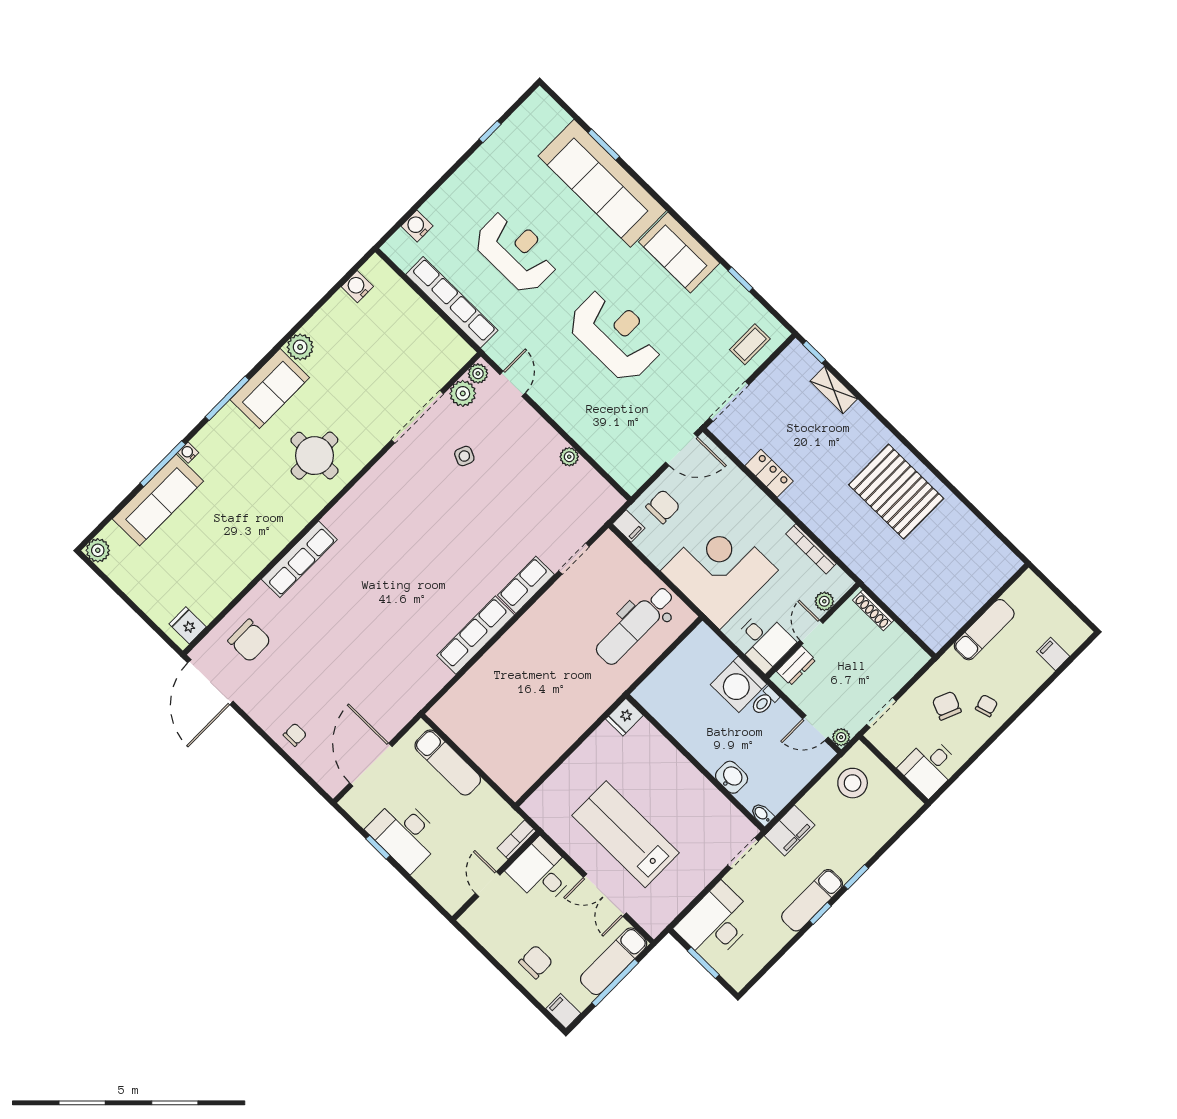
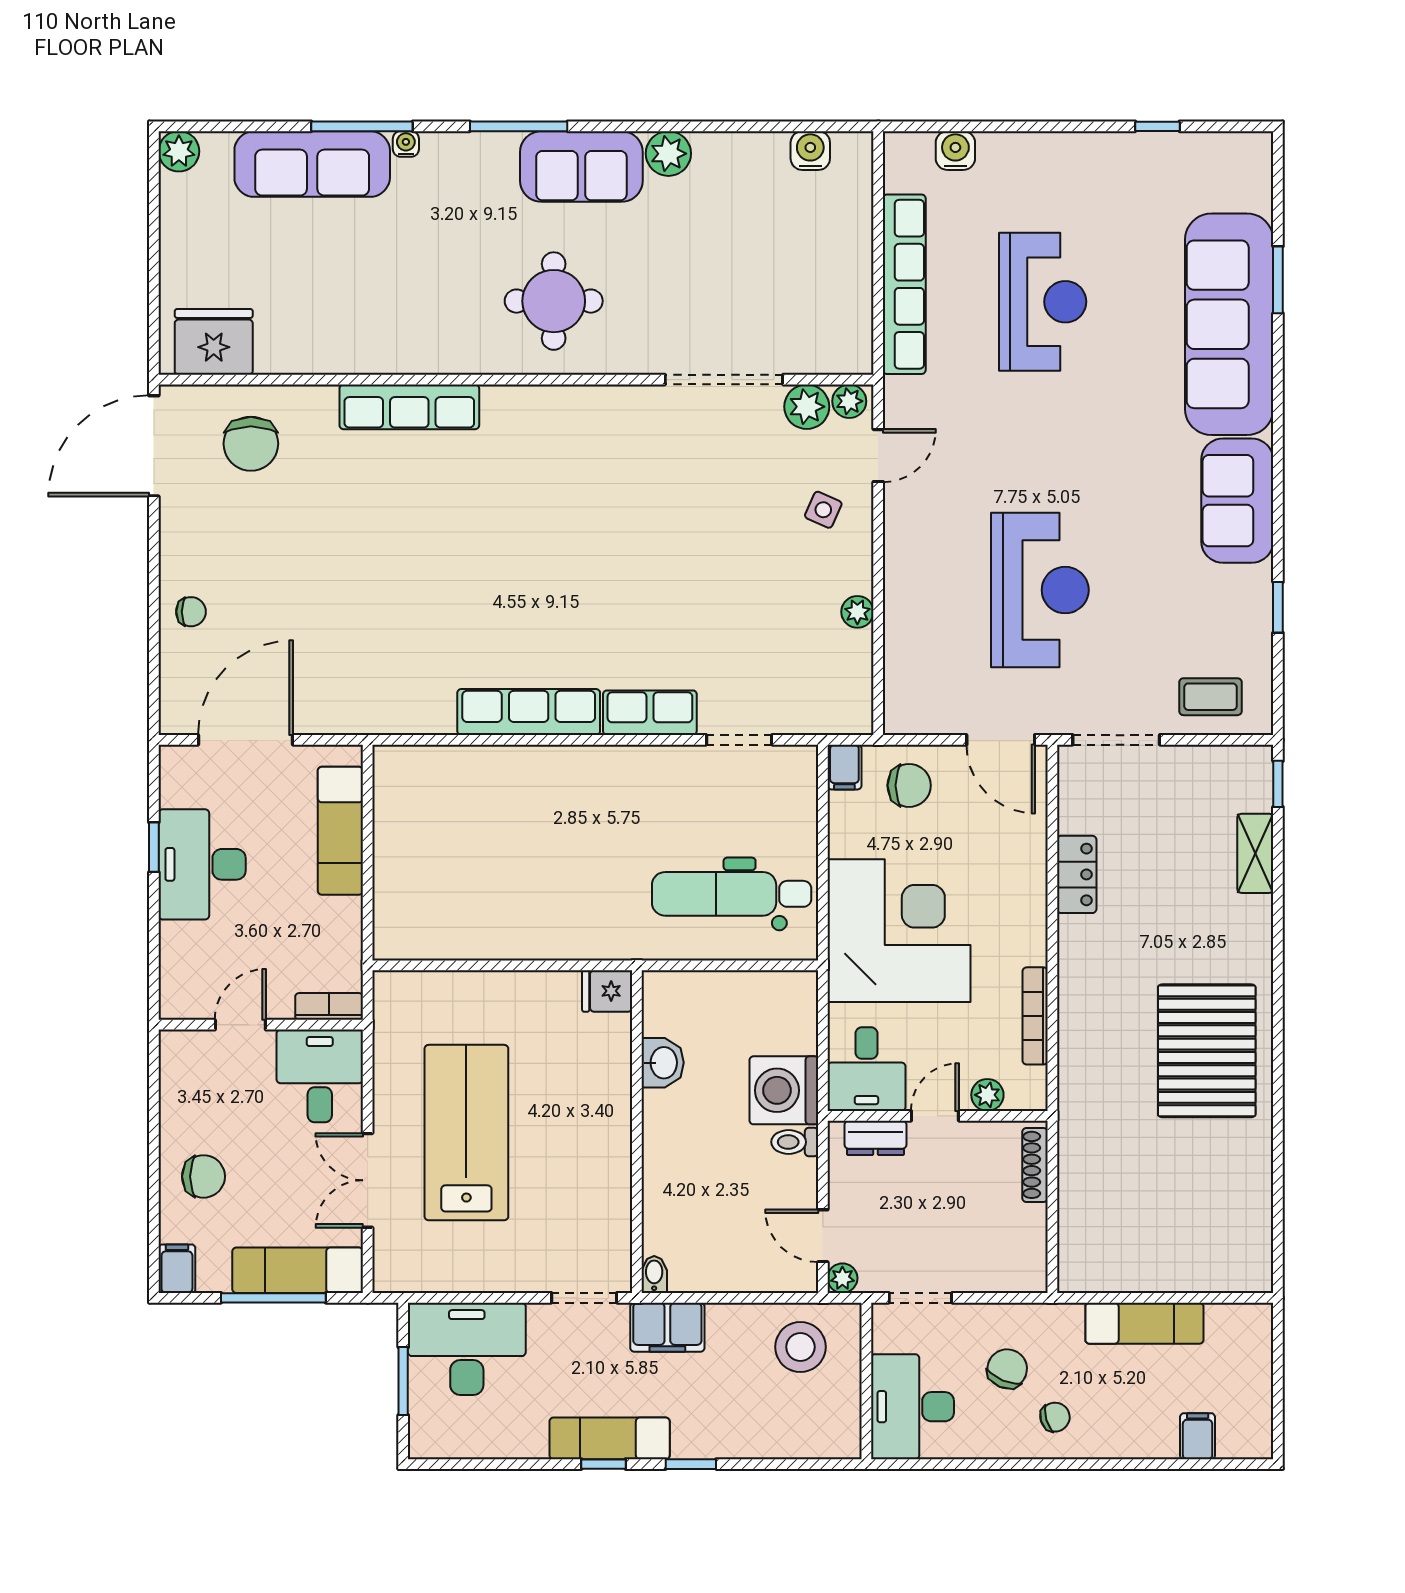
reception desk: (615, 335) -> (1040, 590), moved
side table: (464, 456) -> (823, 510), moved
fridge: (188, 625) -> (214, 342), width x1.88, depth x1.34
desk: (930, 767) -> (912, 1407), width x1.37
washbasin: (732, 777) -> (663, 1063), moved

